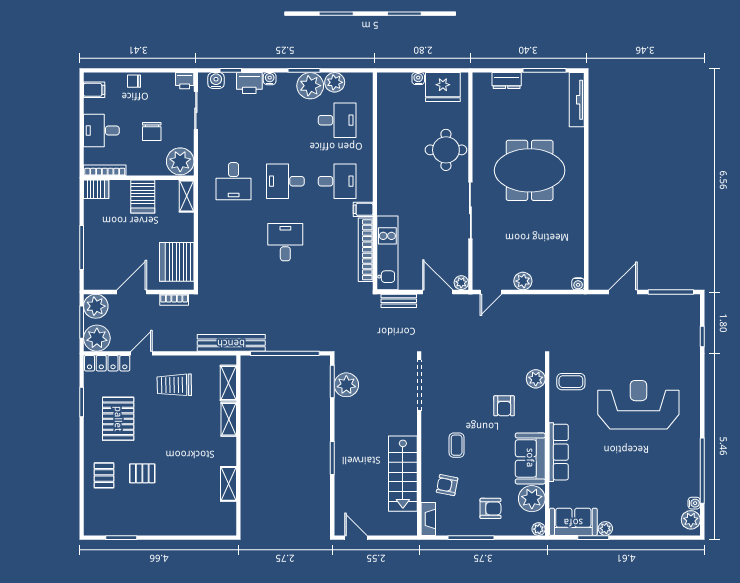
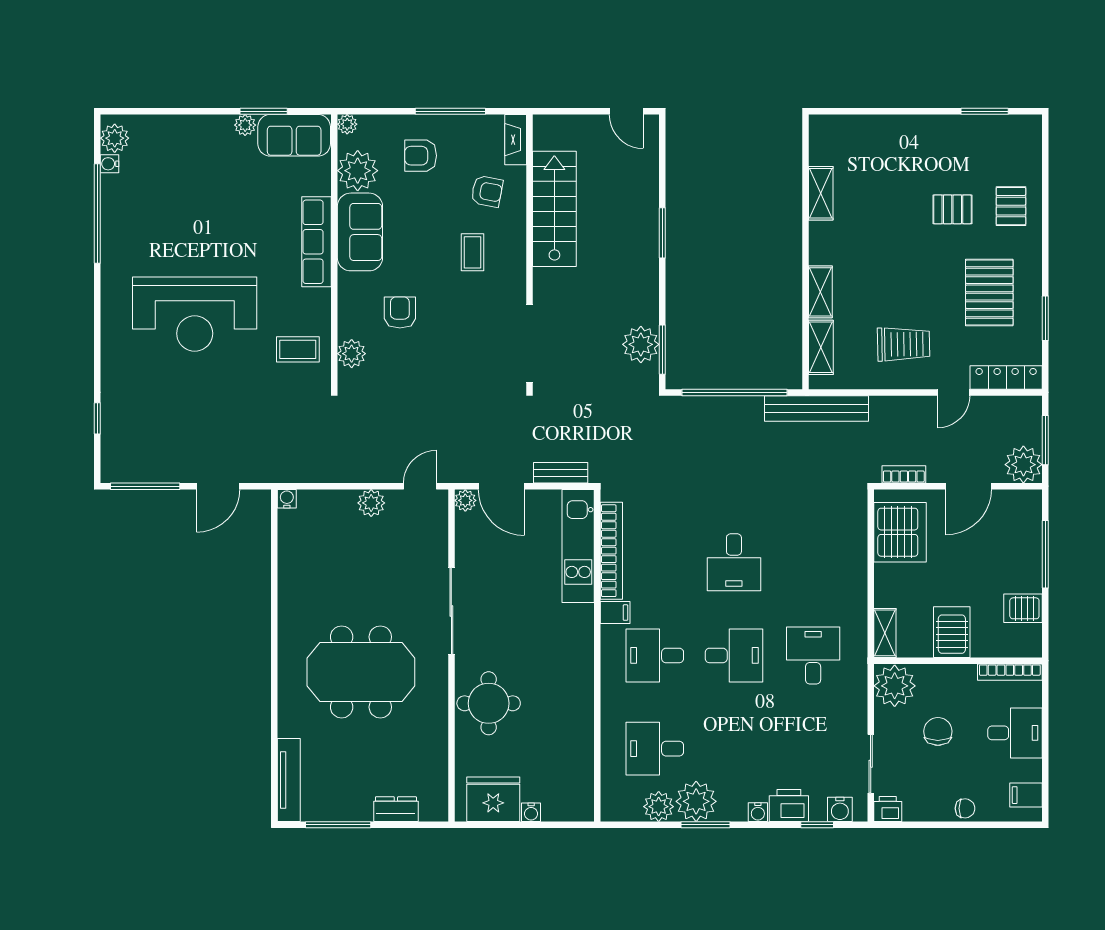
server rack: (96, 189) -> (1023, 608), moved
plant: (97, 338) -> (1022, 416), removed

